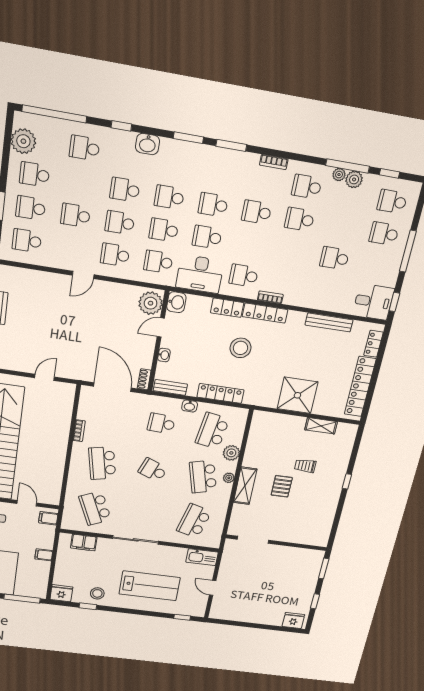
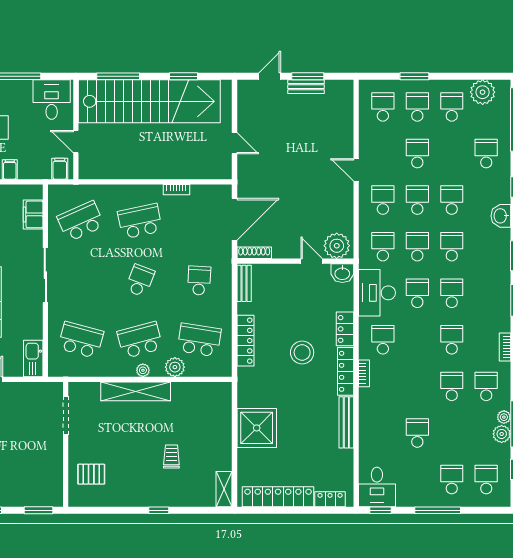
bench: (329, 322) -> (346, 422), moved
washbasin: (164, 355) -> (281, 270), removed
shoe rack: (144, 379) -> (254, 253), width x1.43
washbasin: (190, 406) -> (225, 309), removed
shelving: (321, 426) -> (224, 489), moved
shelving: (245, 486) -> (136, 391), width x1.47
pallet: (282, 486) -> (91, 474), moved
door: (27, 503) -> (76, 142), swing flipped

